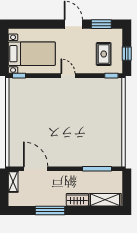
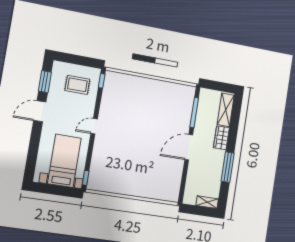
window: (127, 54) -> (81, 61), removed
door: (36, 169) -> (189, 147), moved
shelving: (13, 182) -> (207, 202), moved

